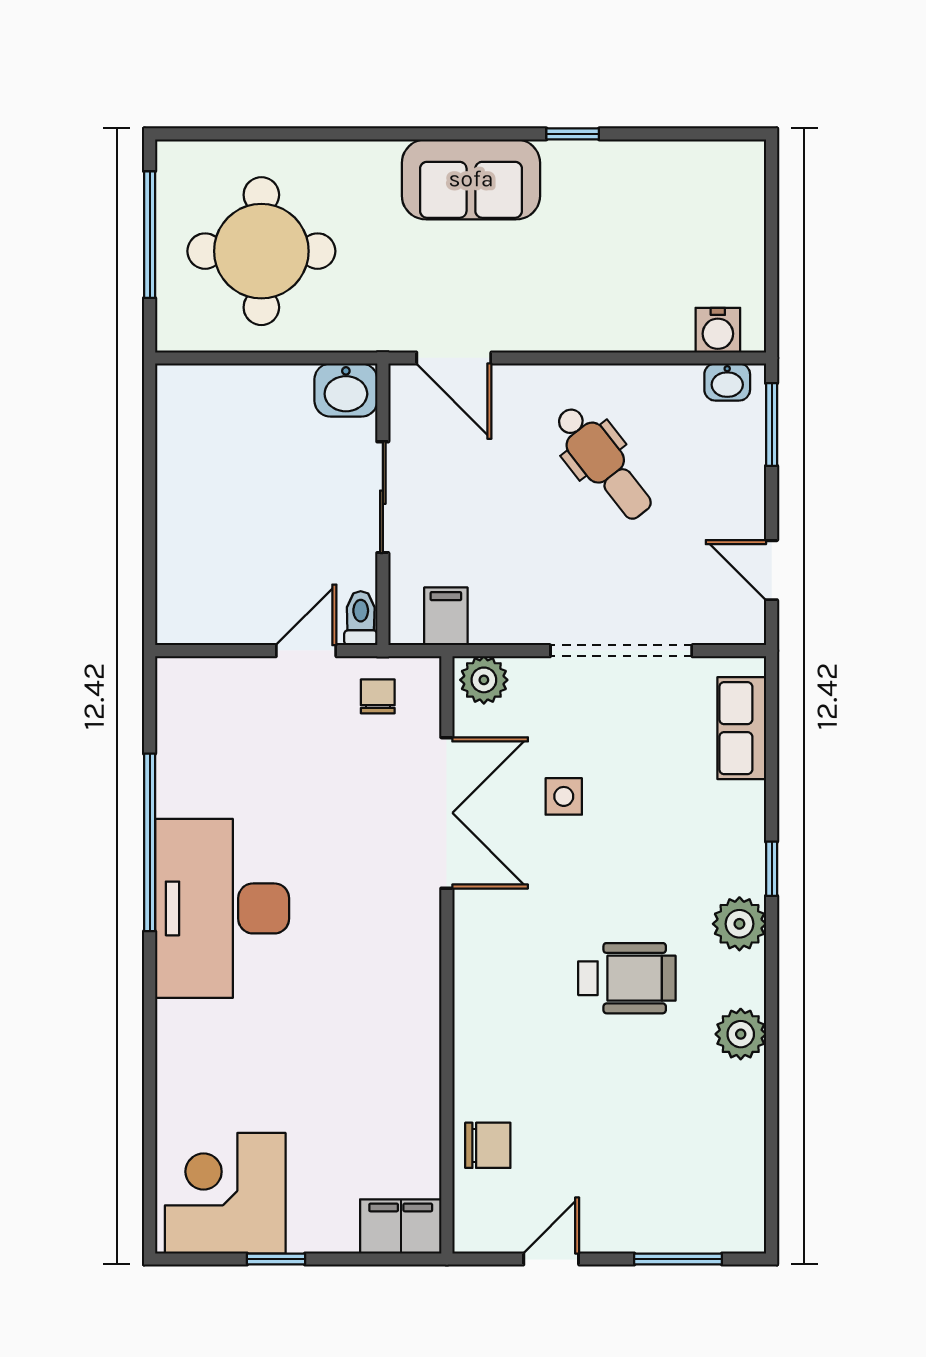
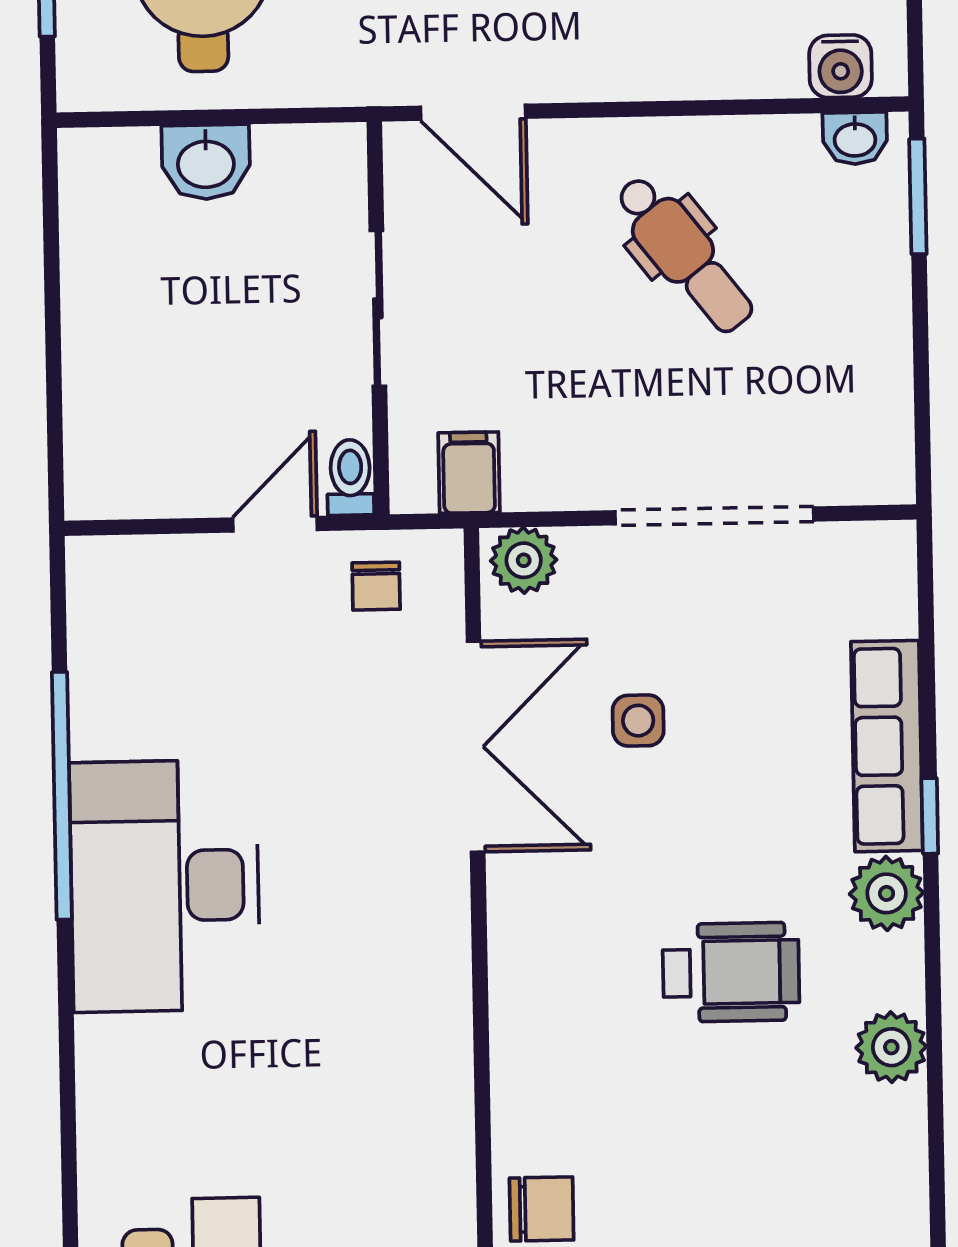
washbasin: (346, 390) -> (206, 162), moved
door: (772, 570) -> (922, 400), removed
chair: (378, 696) -> (376, 586), turned 180
row of seats: (742, 728) -> (887, 746), moved, width x1.48

